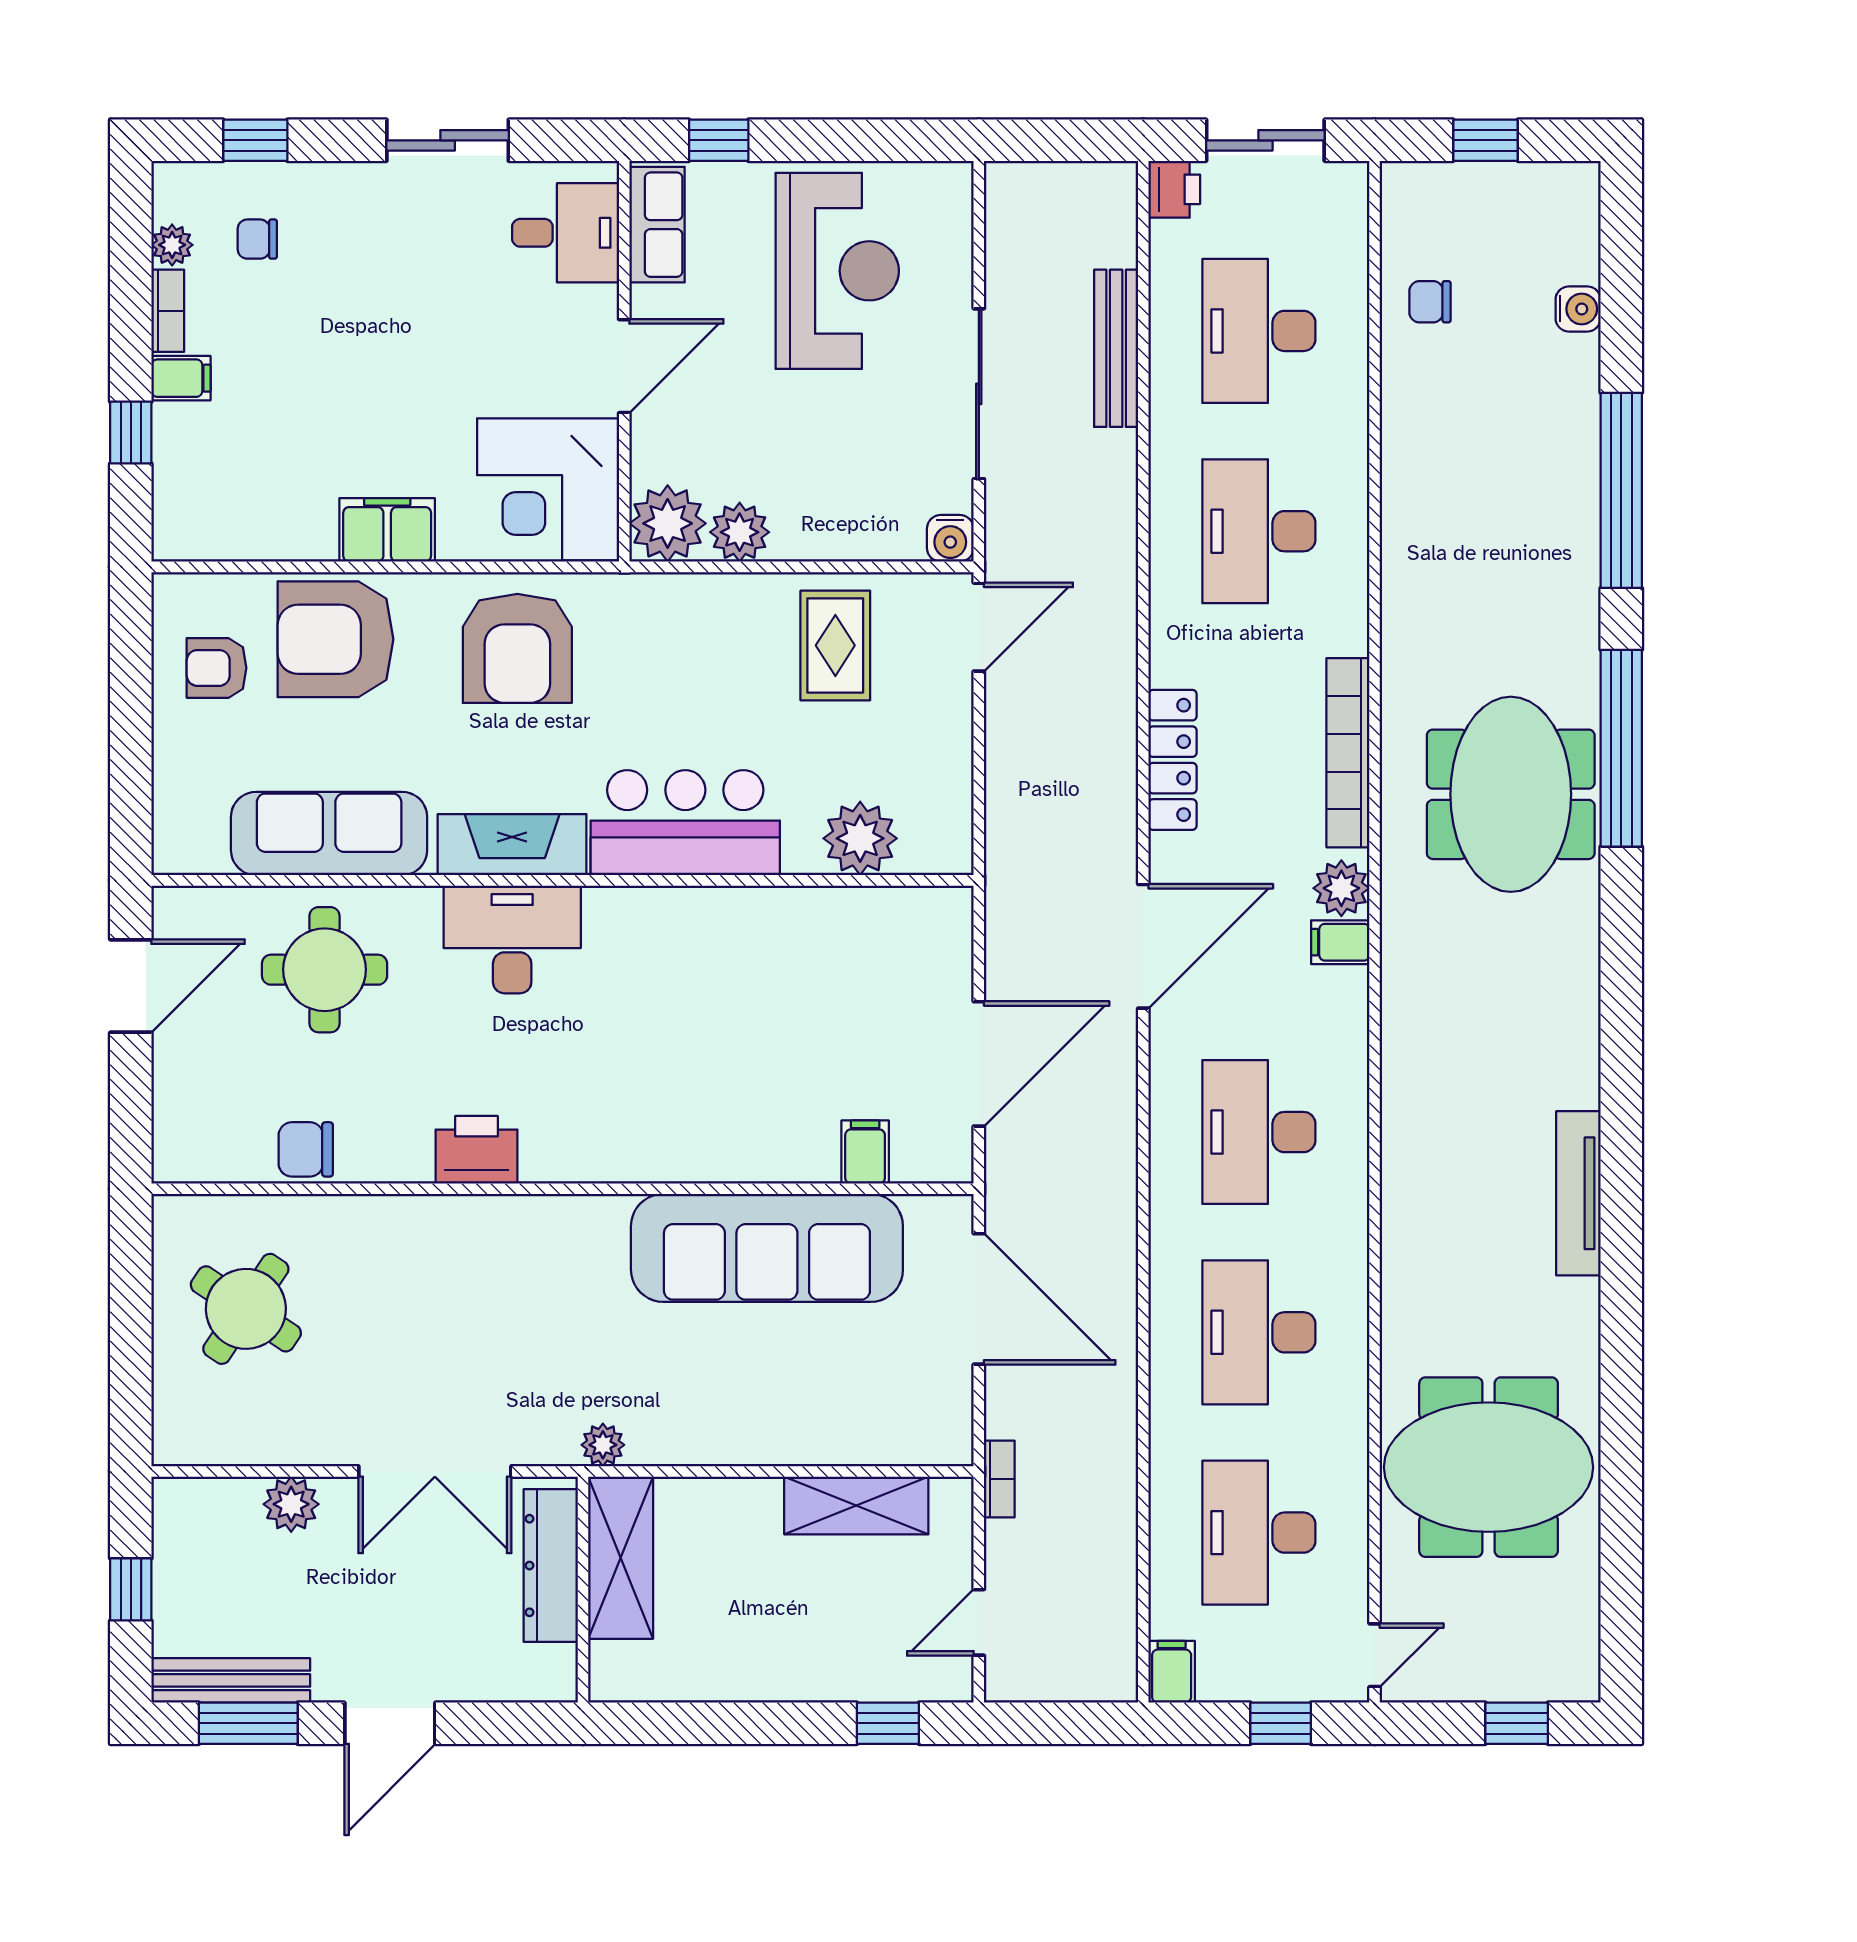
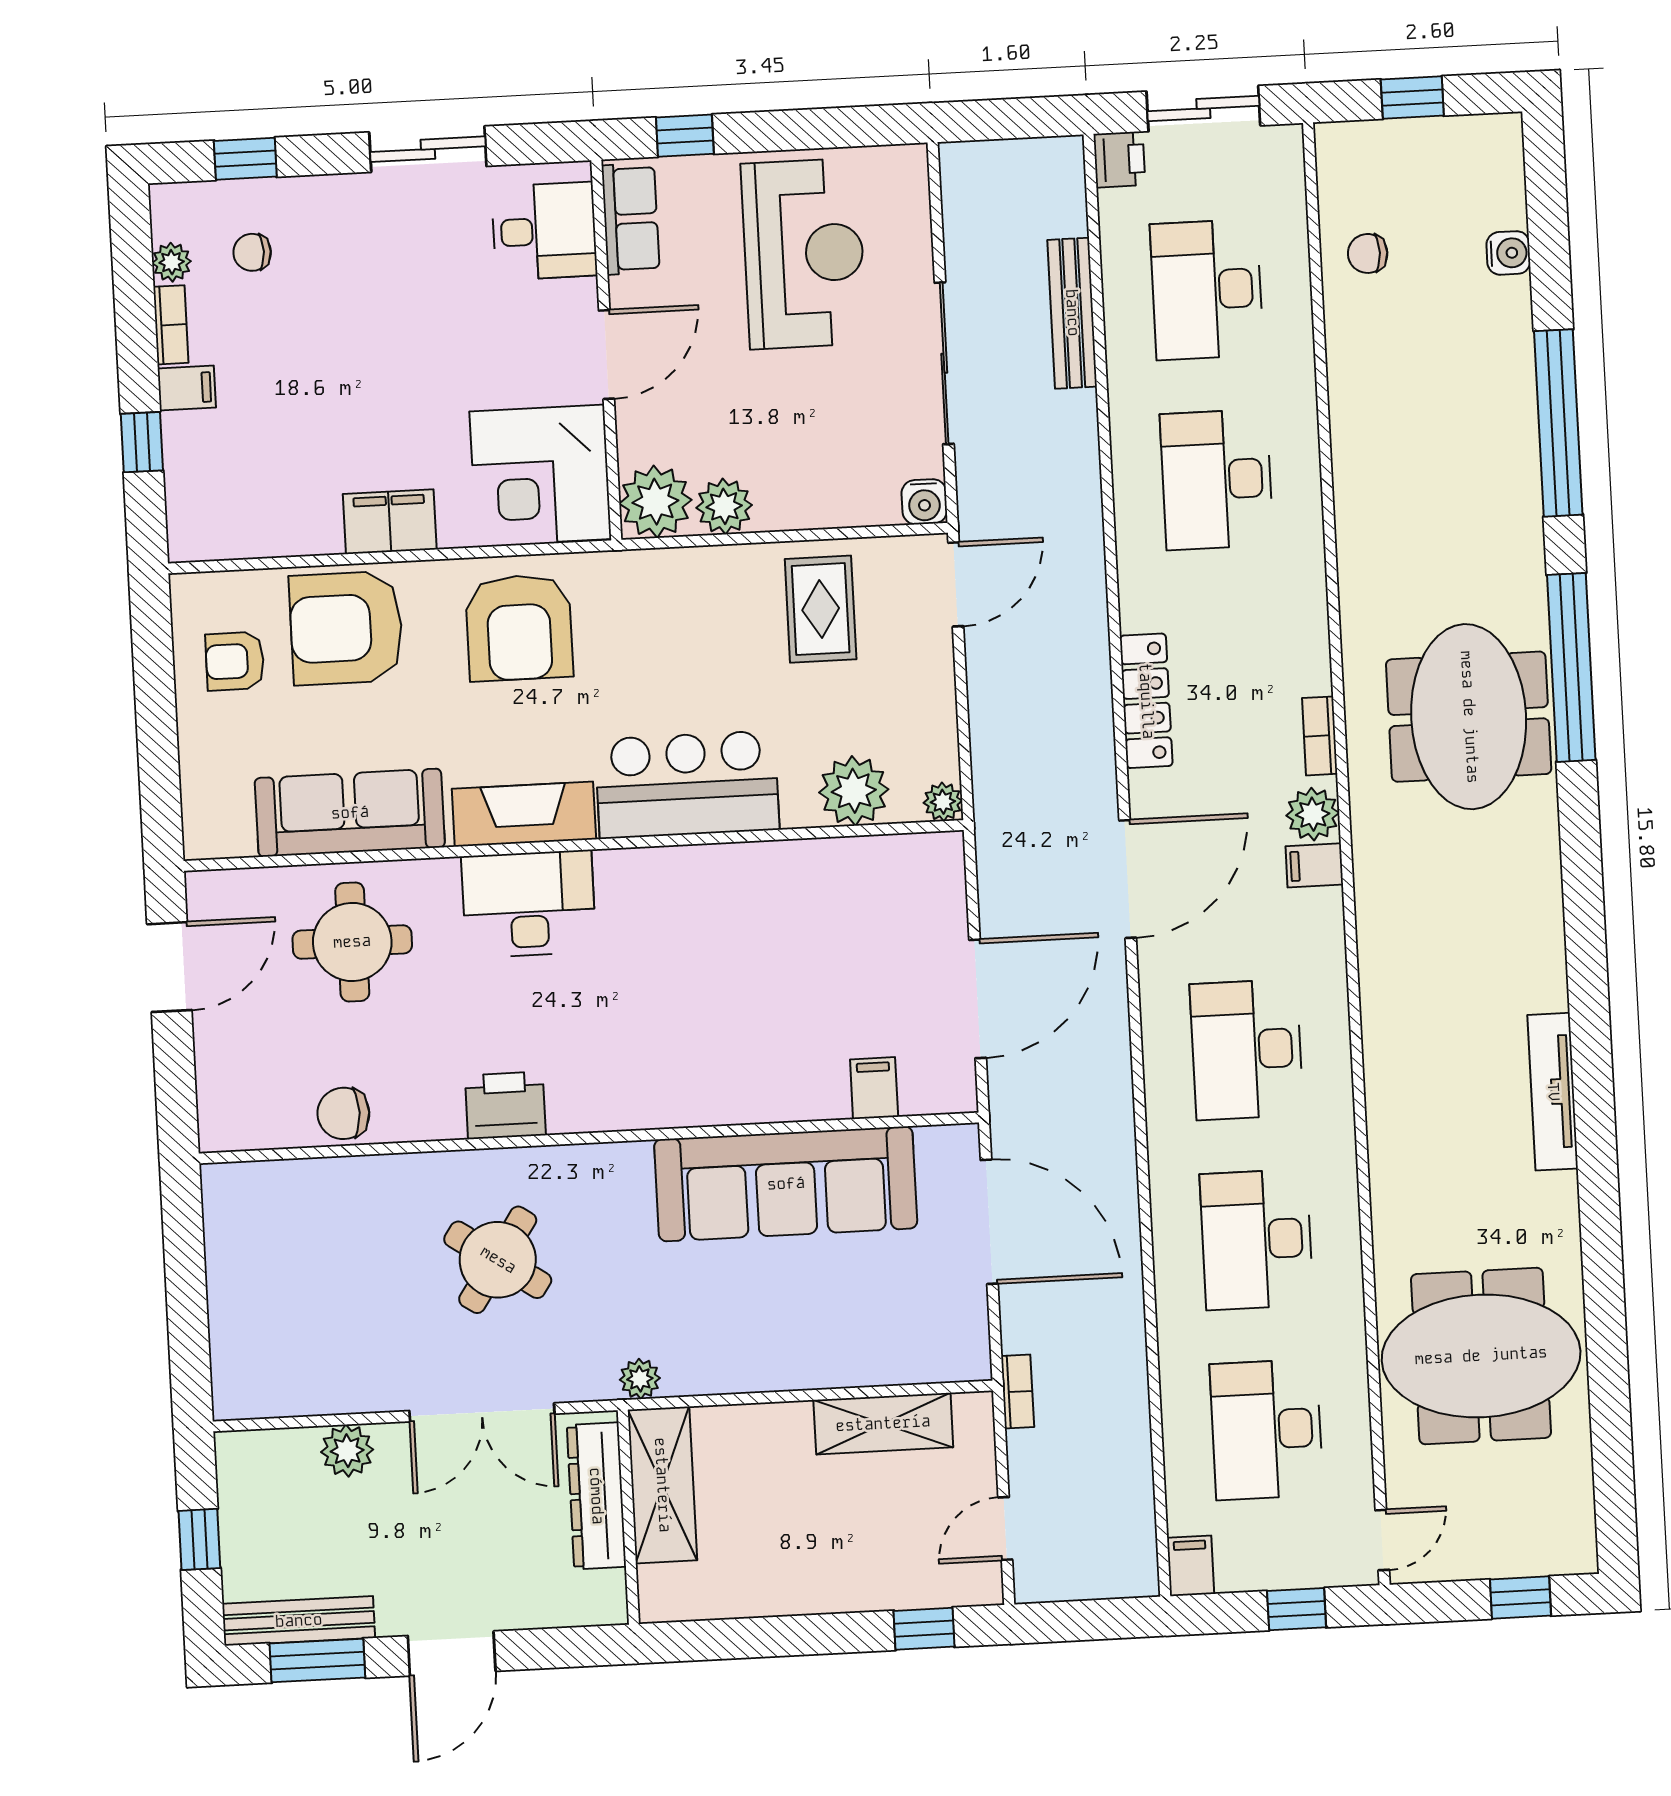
bookcase: (1348, 753) -> (1320, 736), width x0.43, depth x0.76
plant: (953, 855) -> (943, 802), added
round table: (246, 1309) -> (498, 1260), moved

